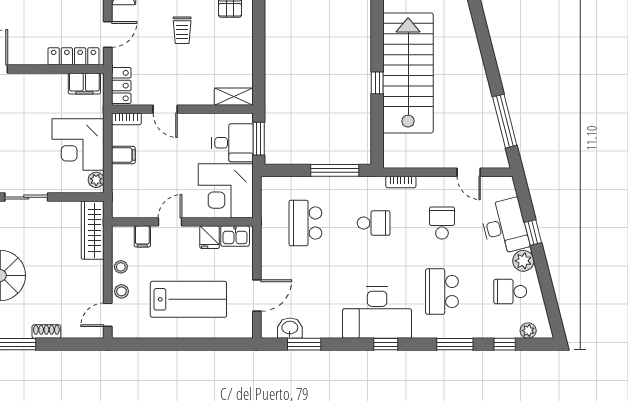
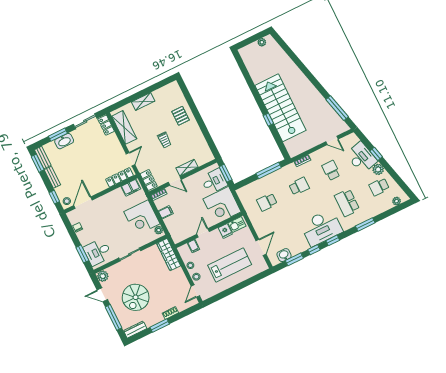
shelving: (234, 97) -> (187, 168), moved
school desk: (305, 223) -> (267, 202), width x0.54
window: (505, 344) -> (314, 250), moved

